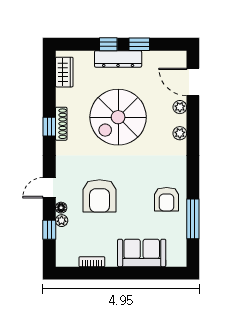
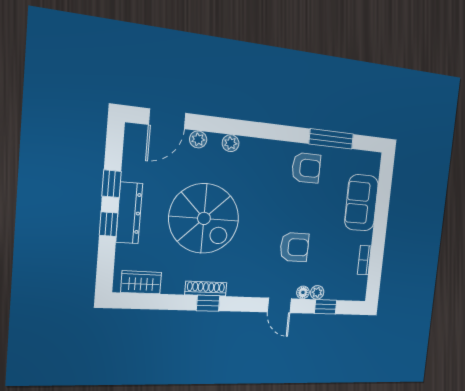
armchair: (100, 196) -> (294, 247), width x0.73, depth x0.73

